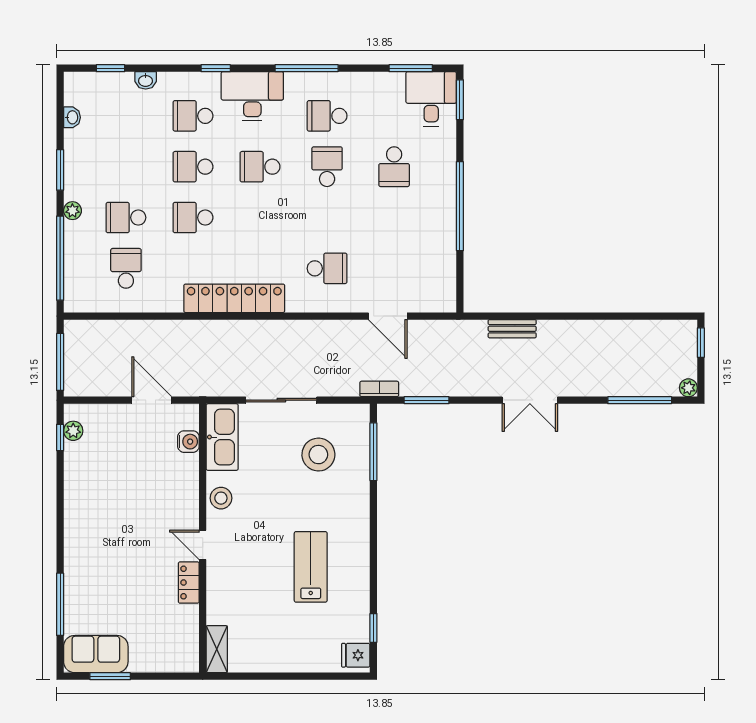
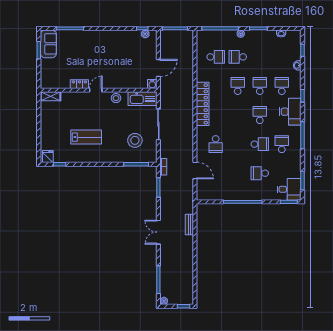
school desk: (126, 218) -> (238, 57), turned -90
door: (388, 316) -> (195, 170), swing flipped
water cooler: (188, 442) -> (152, 84), moved

